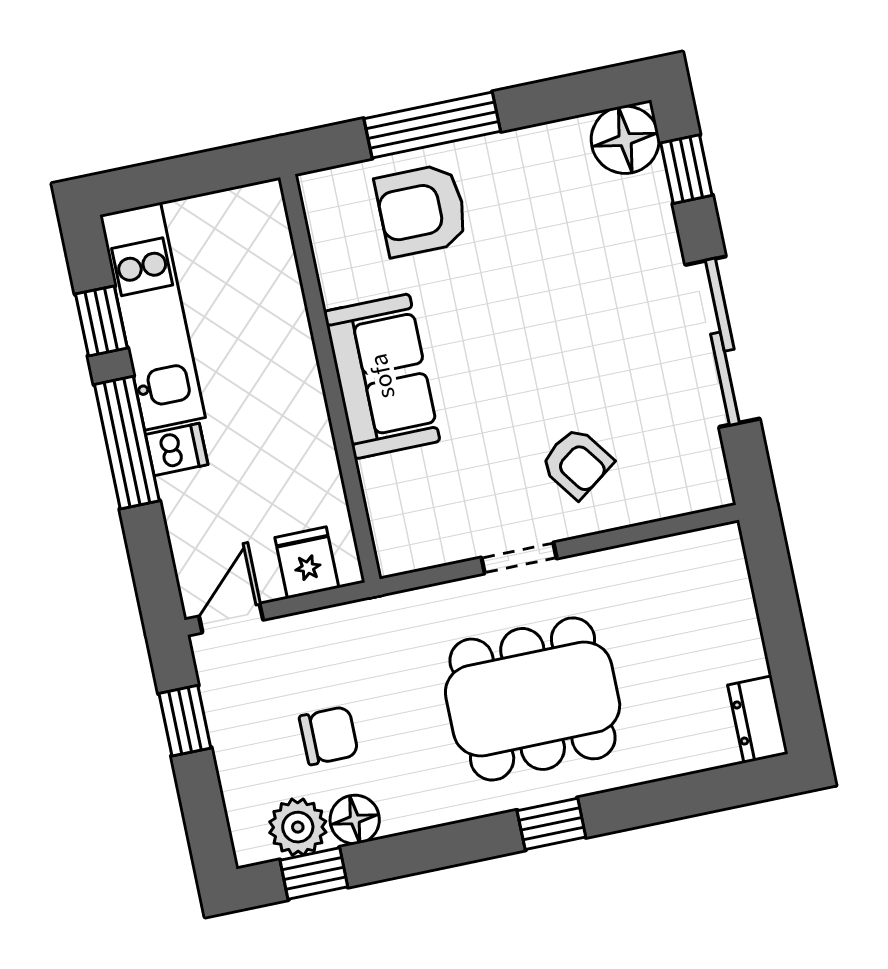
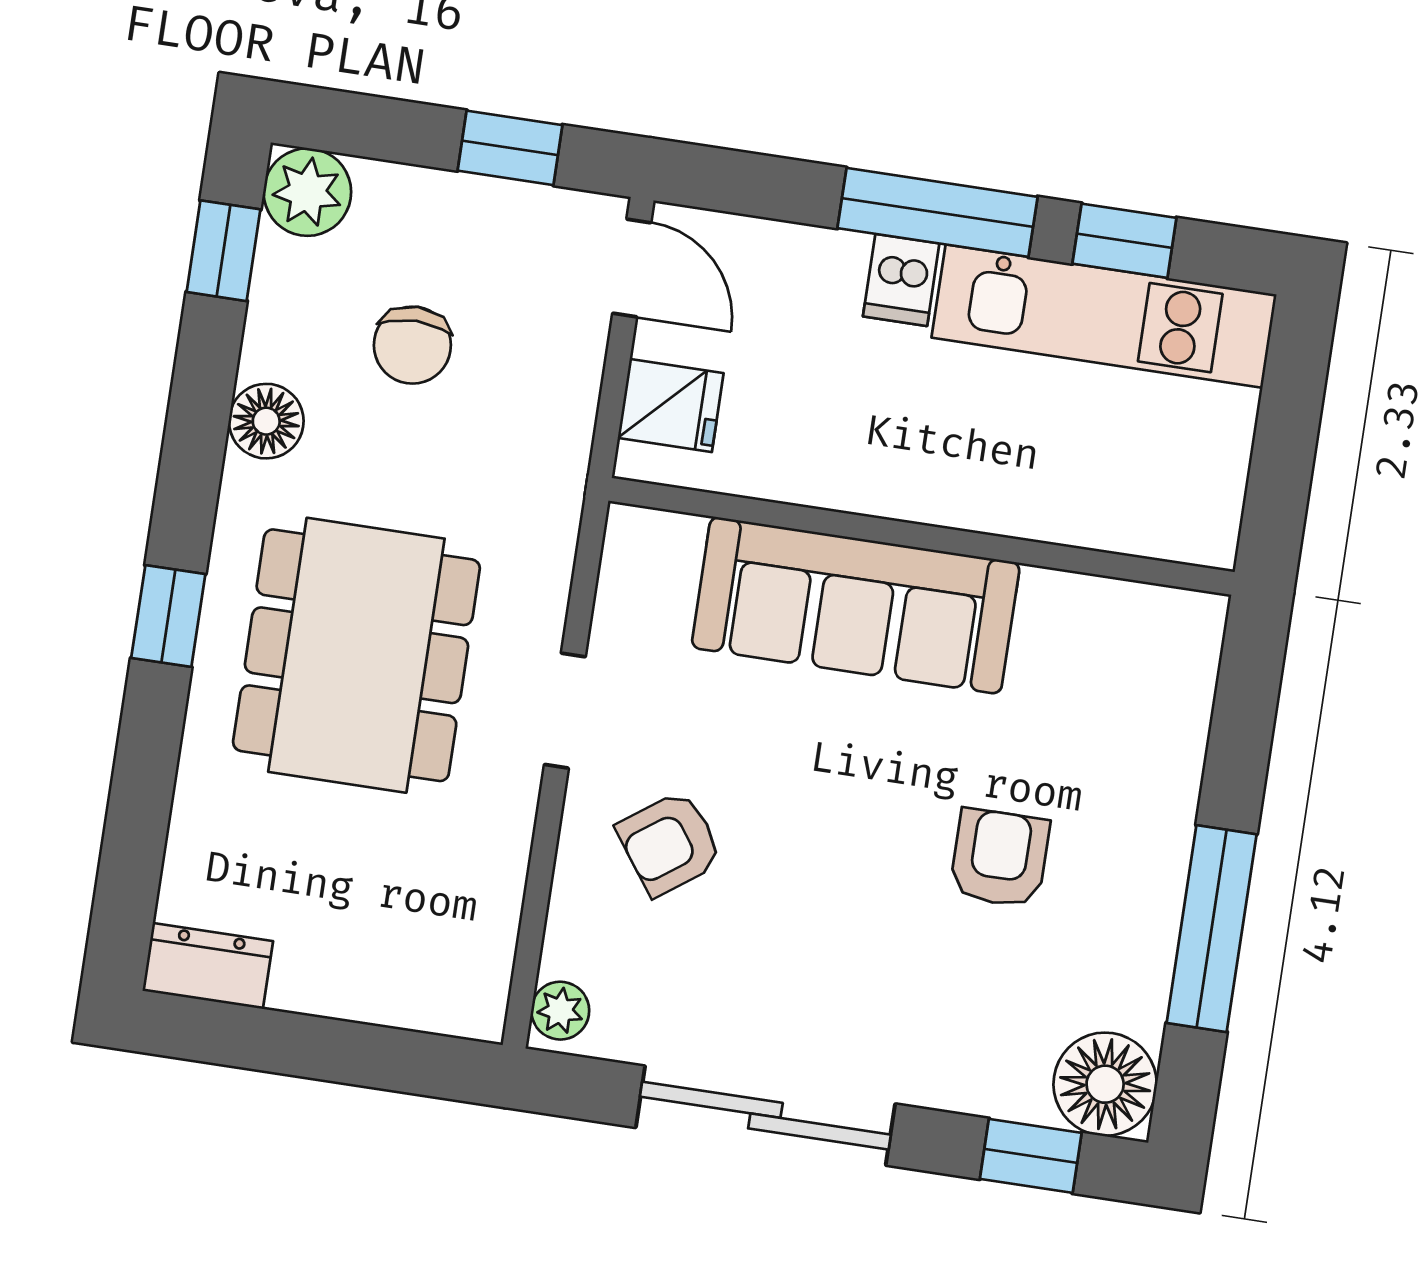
window: (432, 125) -> (1212, 929), moved
armchair: (422, 210) -> (1000, 858), moved, width x0.72, depth x0.72
sofa: (382, 376) -> (856, 605), width x1.36
plant: (705, 492) -> (560, 1011), added
floor lamp: (355, 820) -> (266, 421), moved
plant: (298, 827) -> (307, 192), moved

